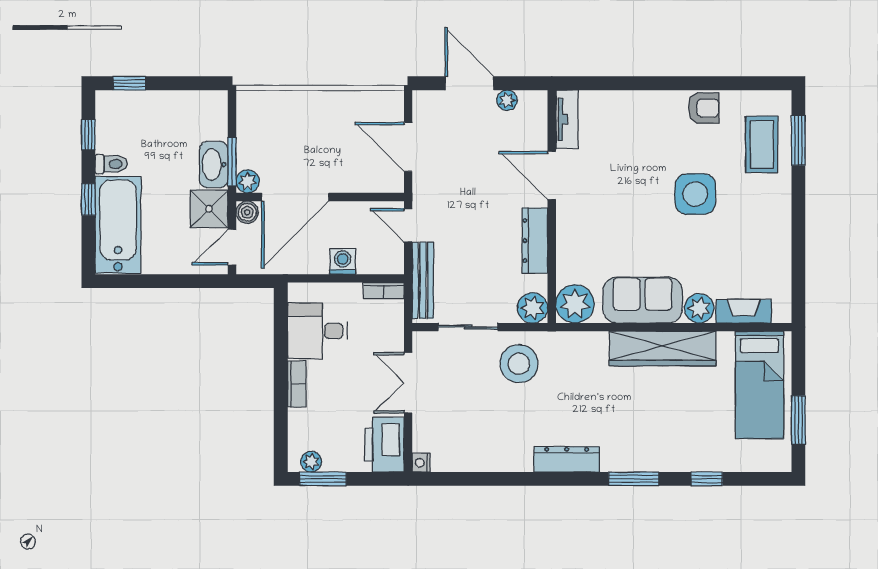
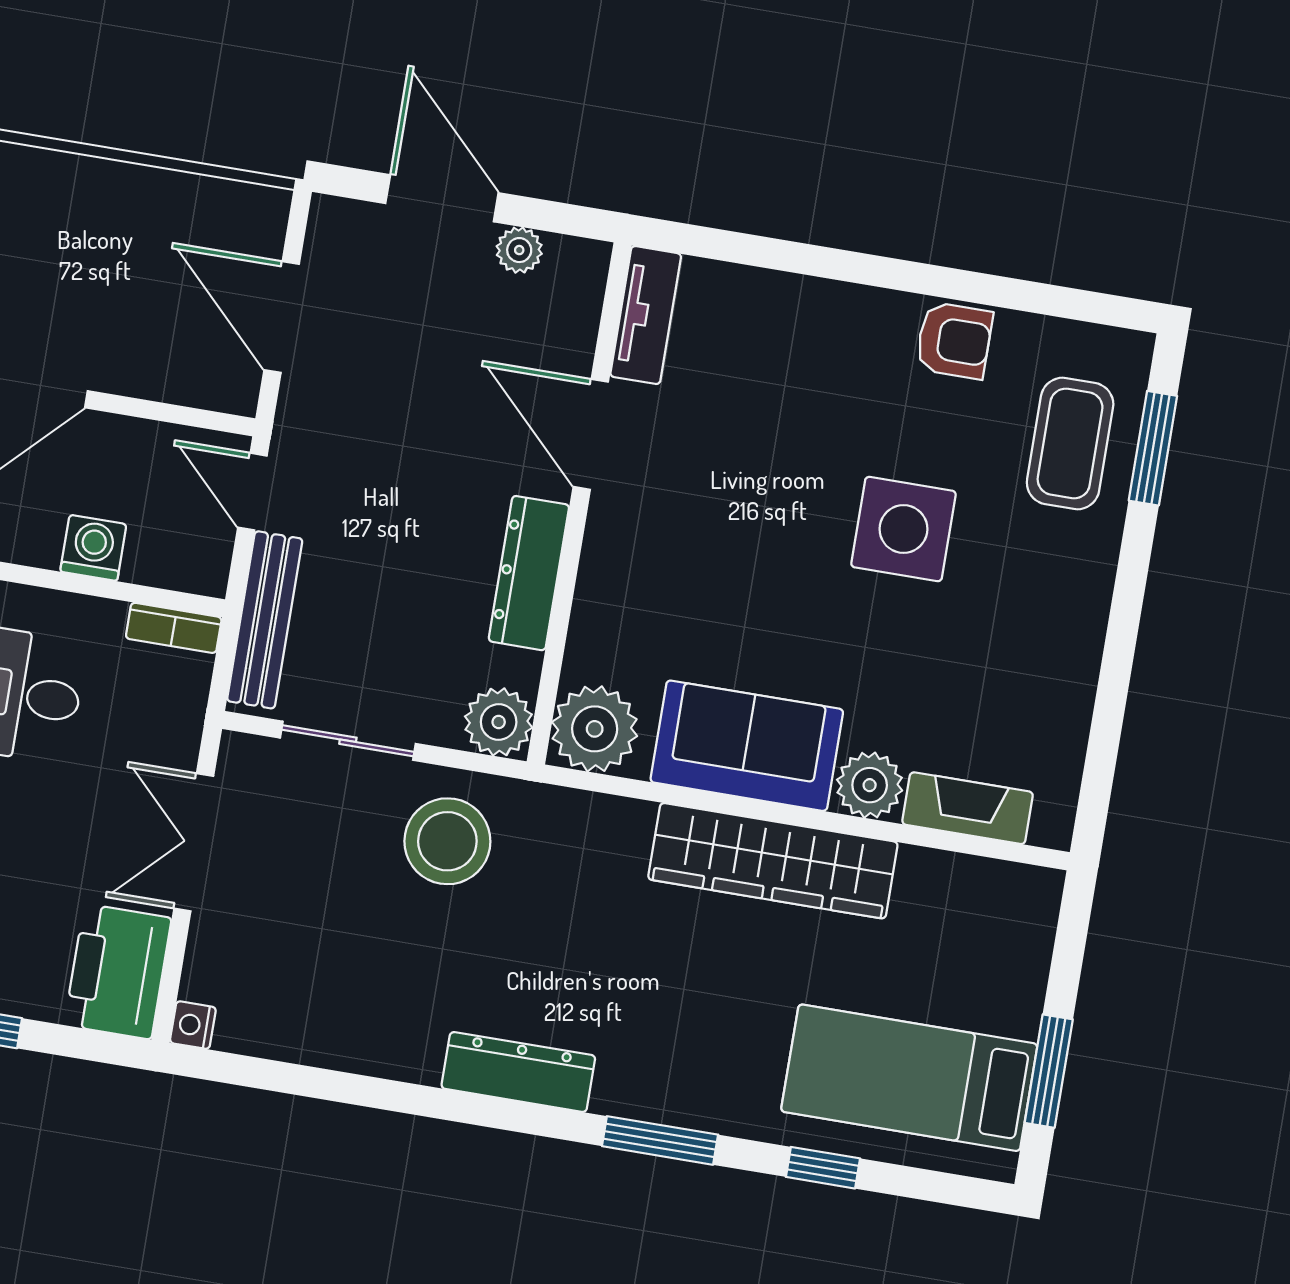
bed: (759, 385) -> (909, 1078), moved, turned 90

